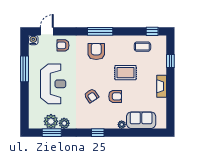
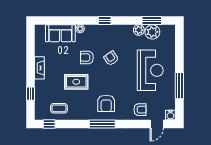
reception desk: (53, 84) -> (150, 70), turned 180

